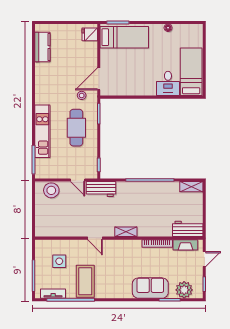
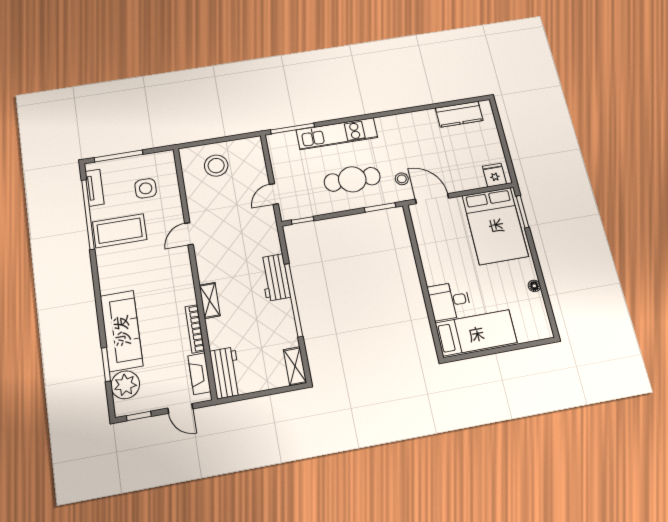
bed: (124, 37) -> (495, 226), width x1.50
workbench: (101, 189) -> (275, 277), moved
stool: (51, 190) -> (216, 166), moved
shelving: (126, 232) -> (210, 300), moved
sofa: (150, 288) -> (121, 331), width x1.36

